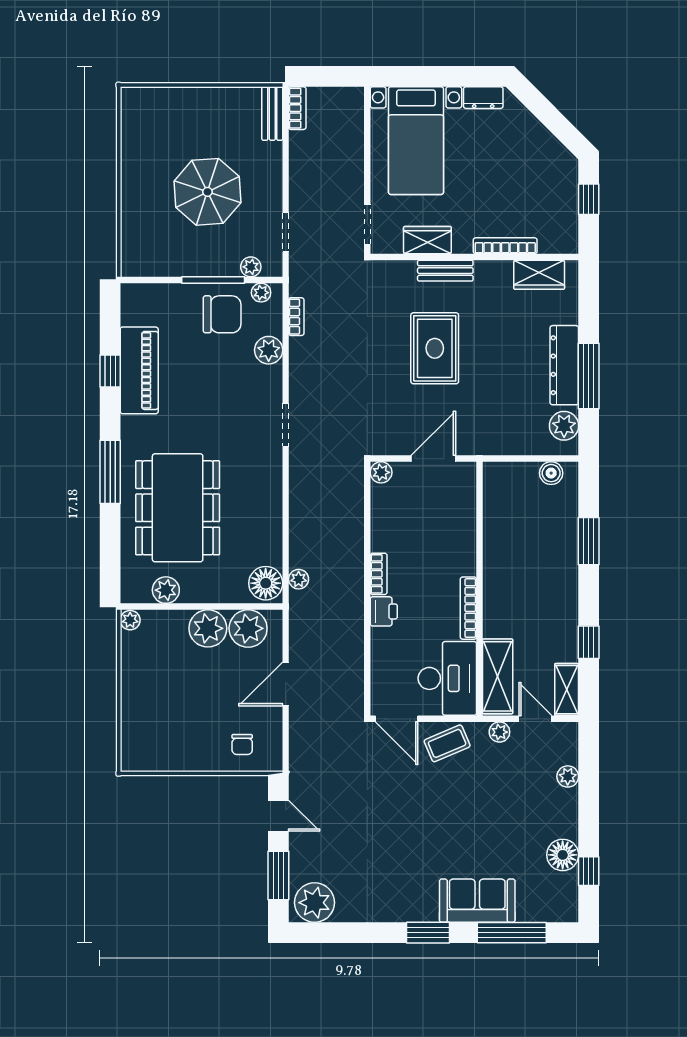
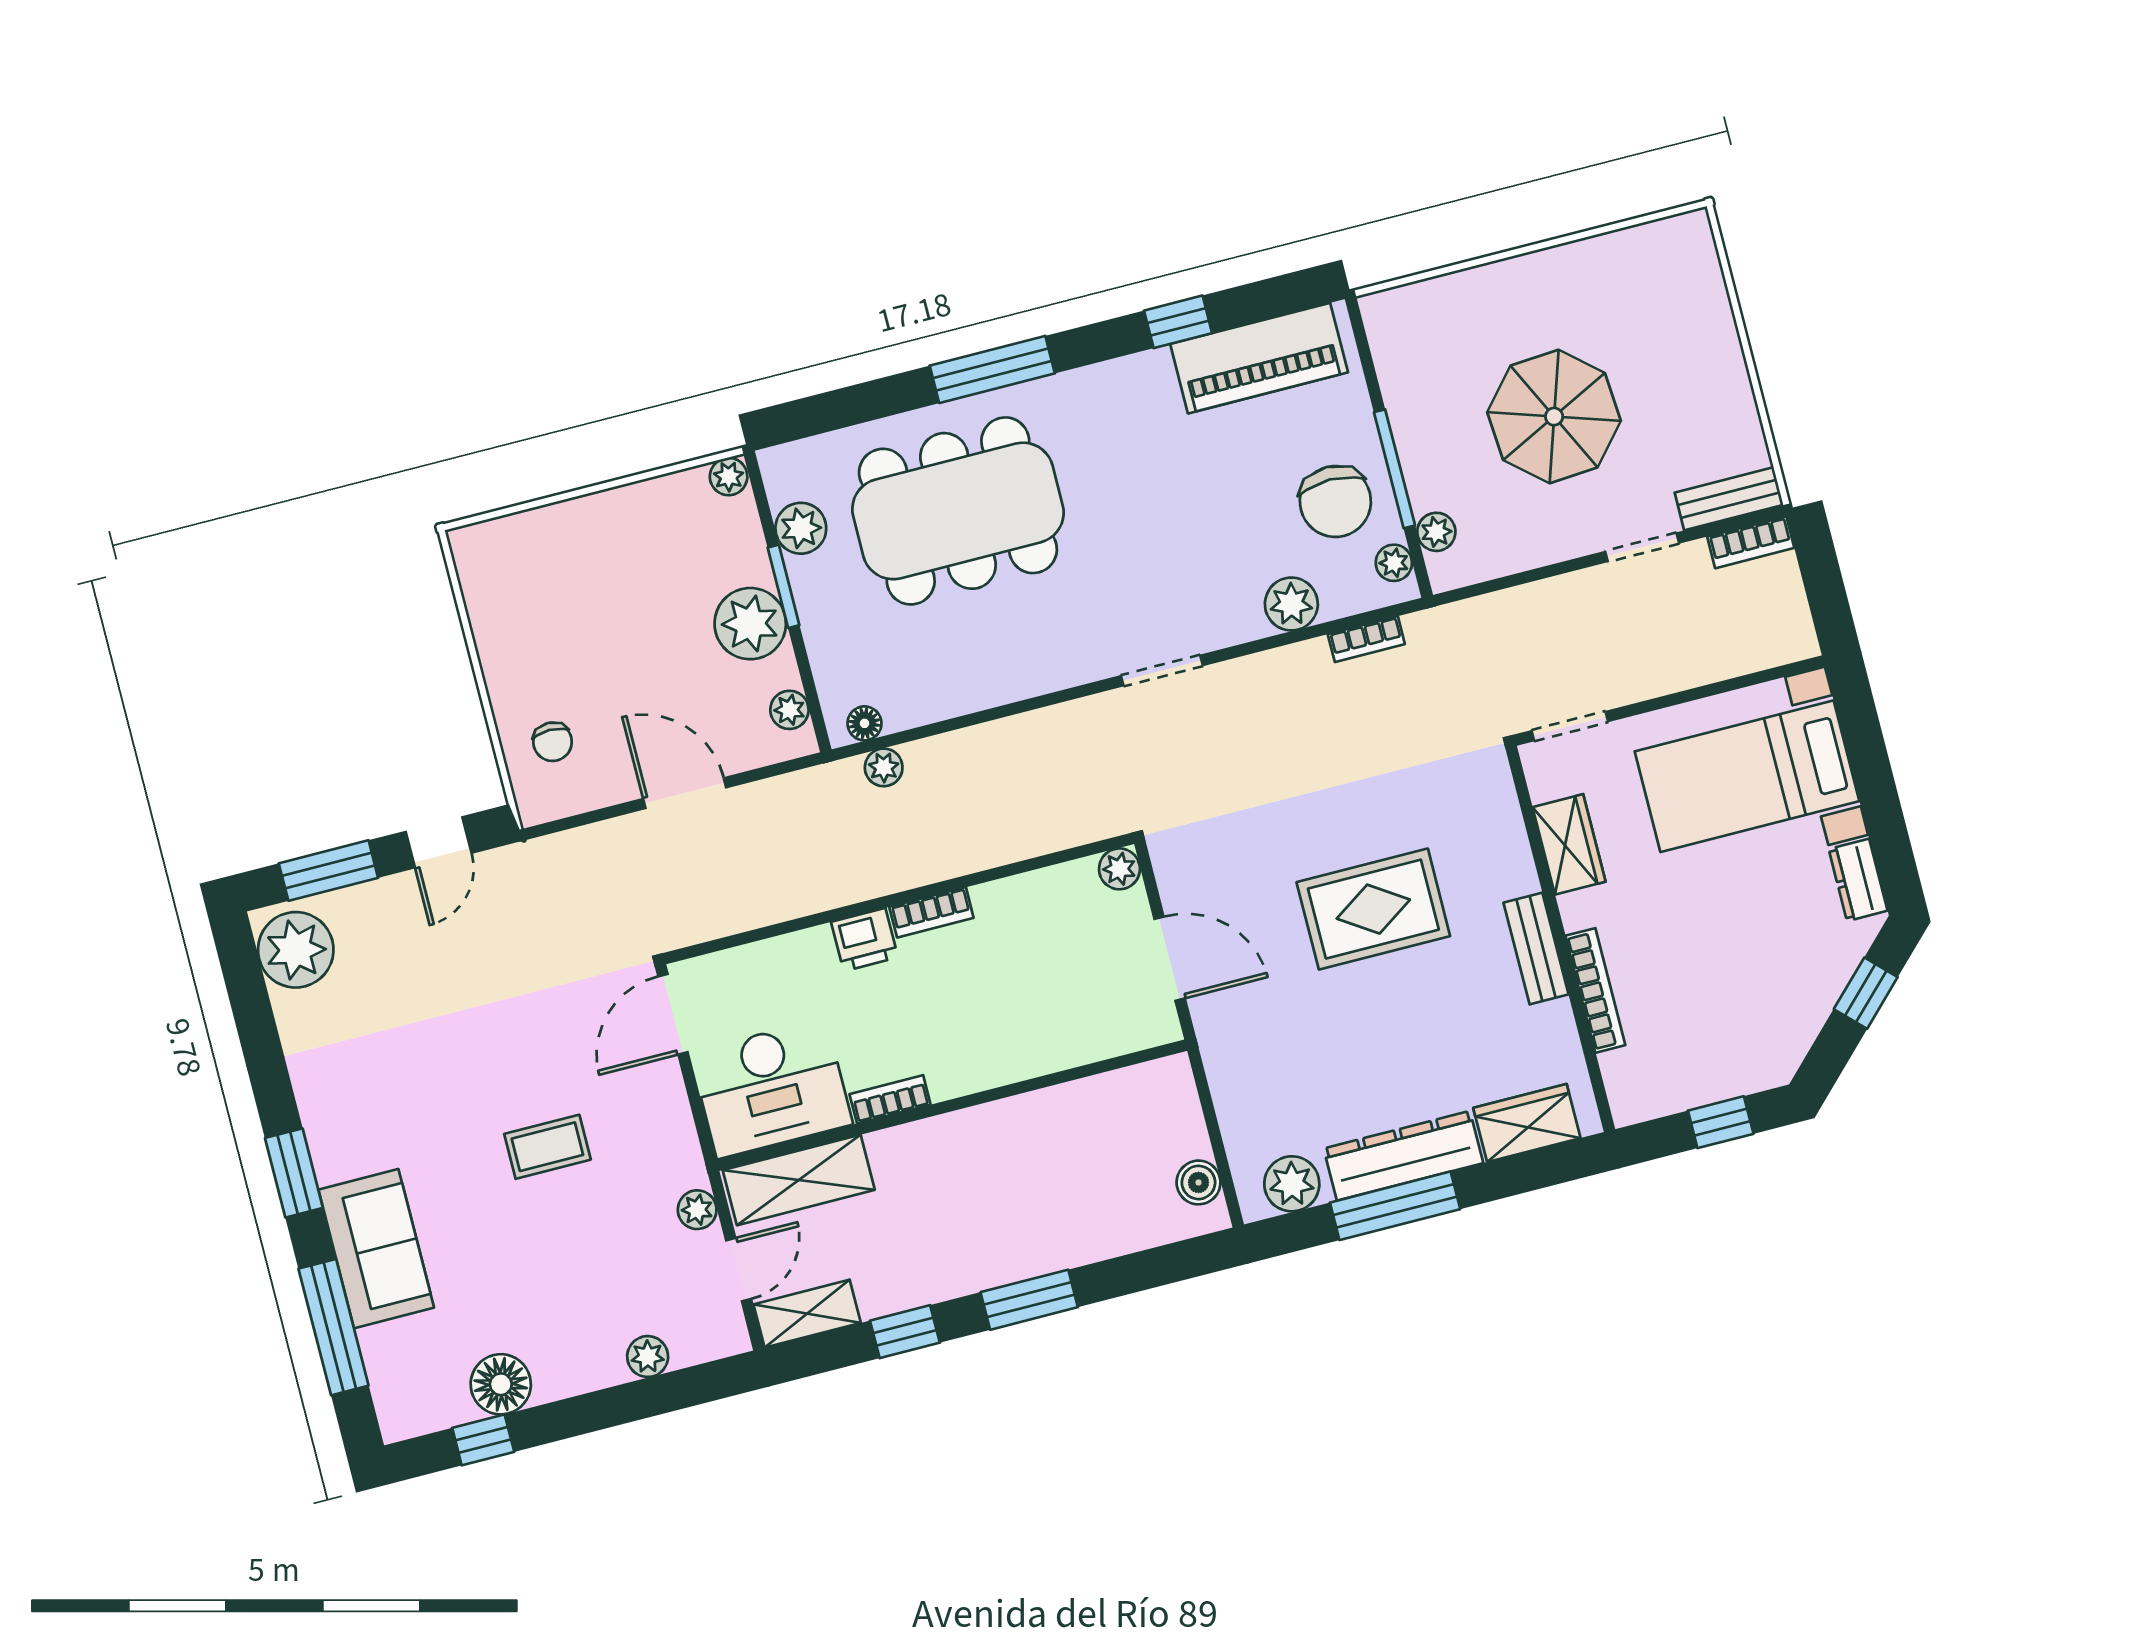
window: (542, 109) -> (1866, 993), added
doorway: (286, 232) -> (1642, 547), moved
bench: (445, 271) -> (1536, 949), moved
wardrobe: (539, 275) -> (1527, 1123), moved, turned 90
piano: (139, 370) -> (1259, 358), moved
window: (589, 541) -> (1029, 1300), moved
floor lamp: (266, 583) -> (864, 723), width x0.53, depth x0.53
window: (193, 607) -> (784, 586), added
bookcase: (468, 608) -> (890, 1099), width x0.64
plant: (248, 628) -> (789, 710), width x0.53, depth x0.53
coffee table: (447, 743) -> (547, 1147), moved, turned -67
chair: (242, 745) -> (553, 742), turned -90

